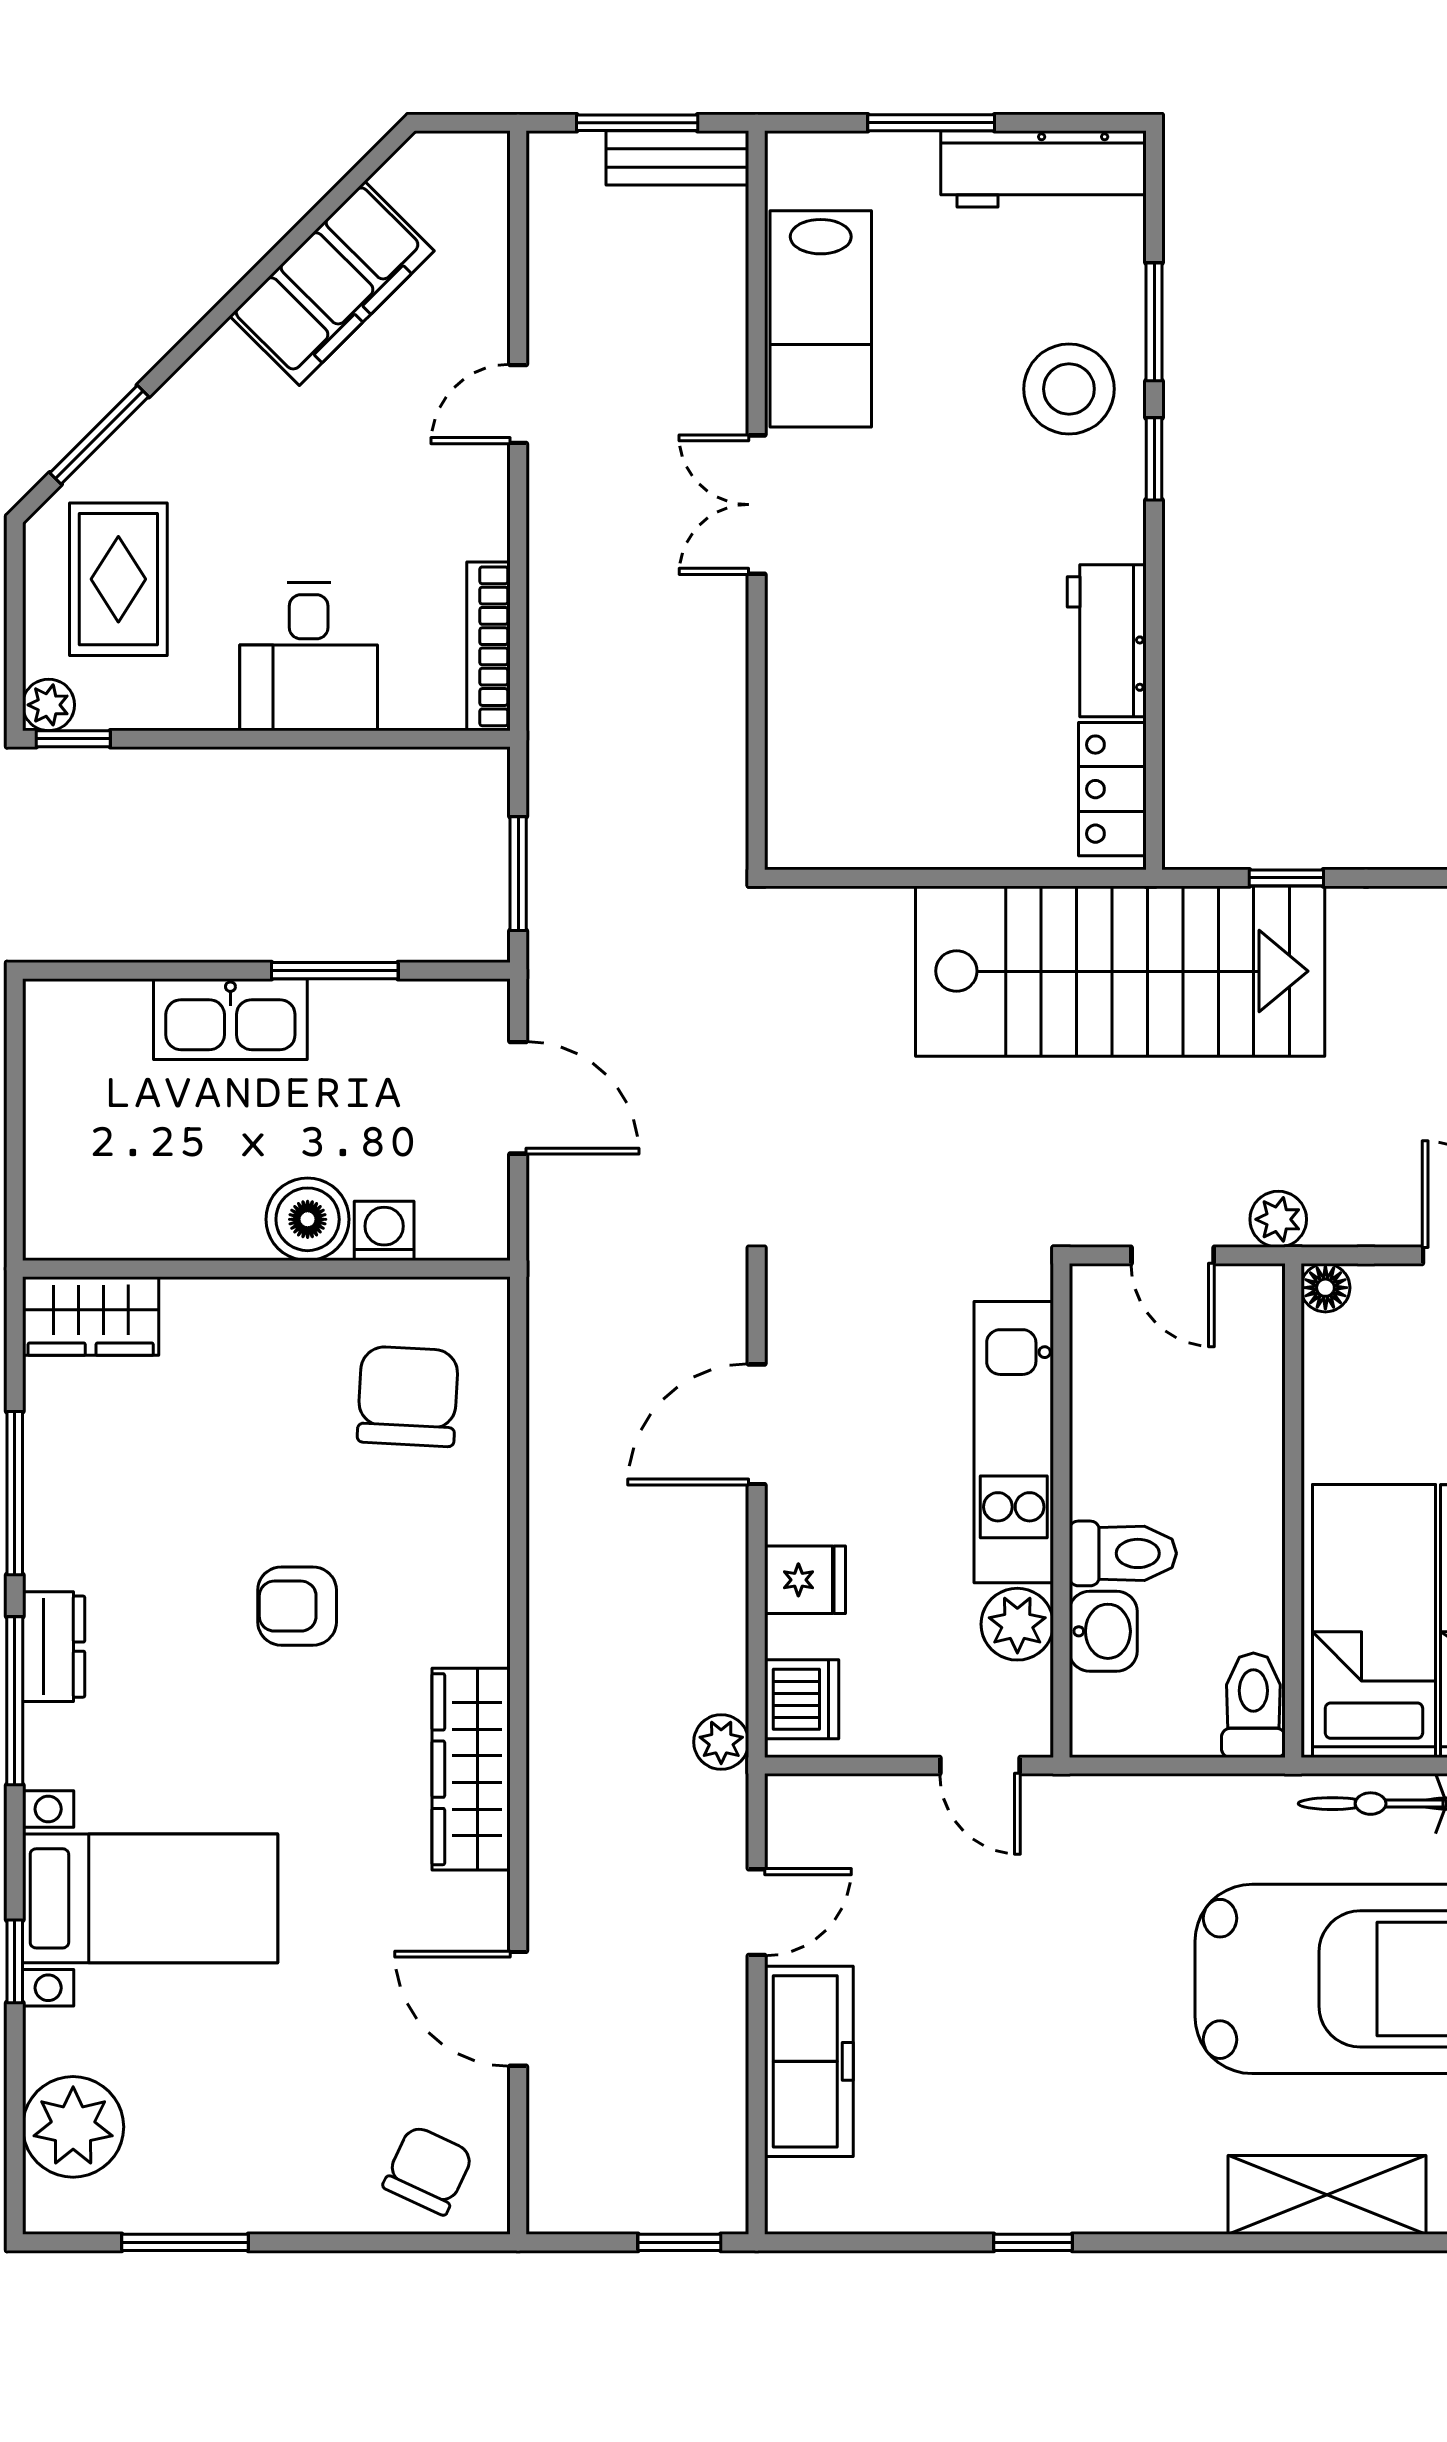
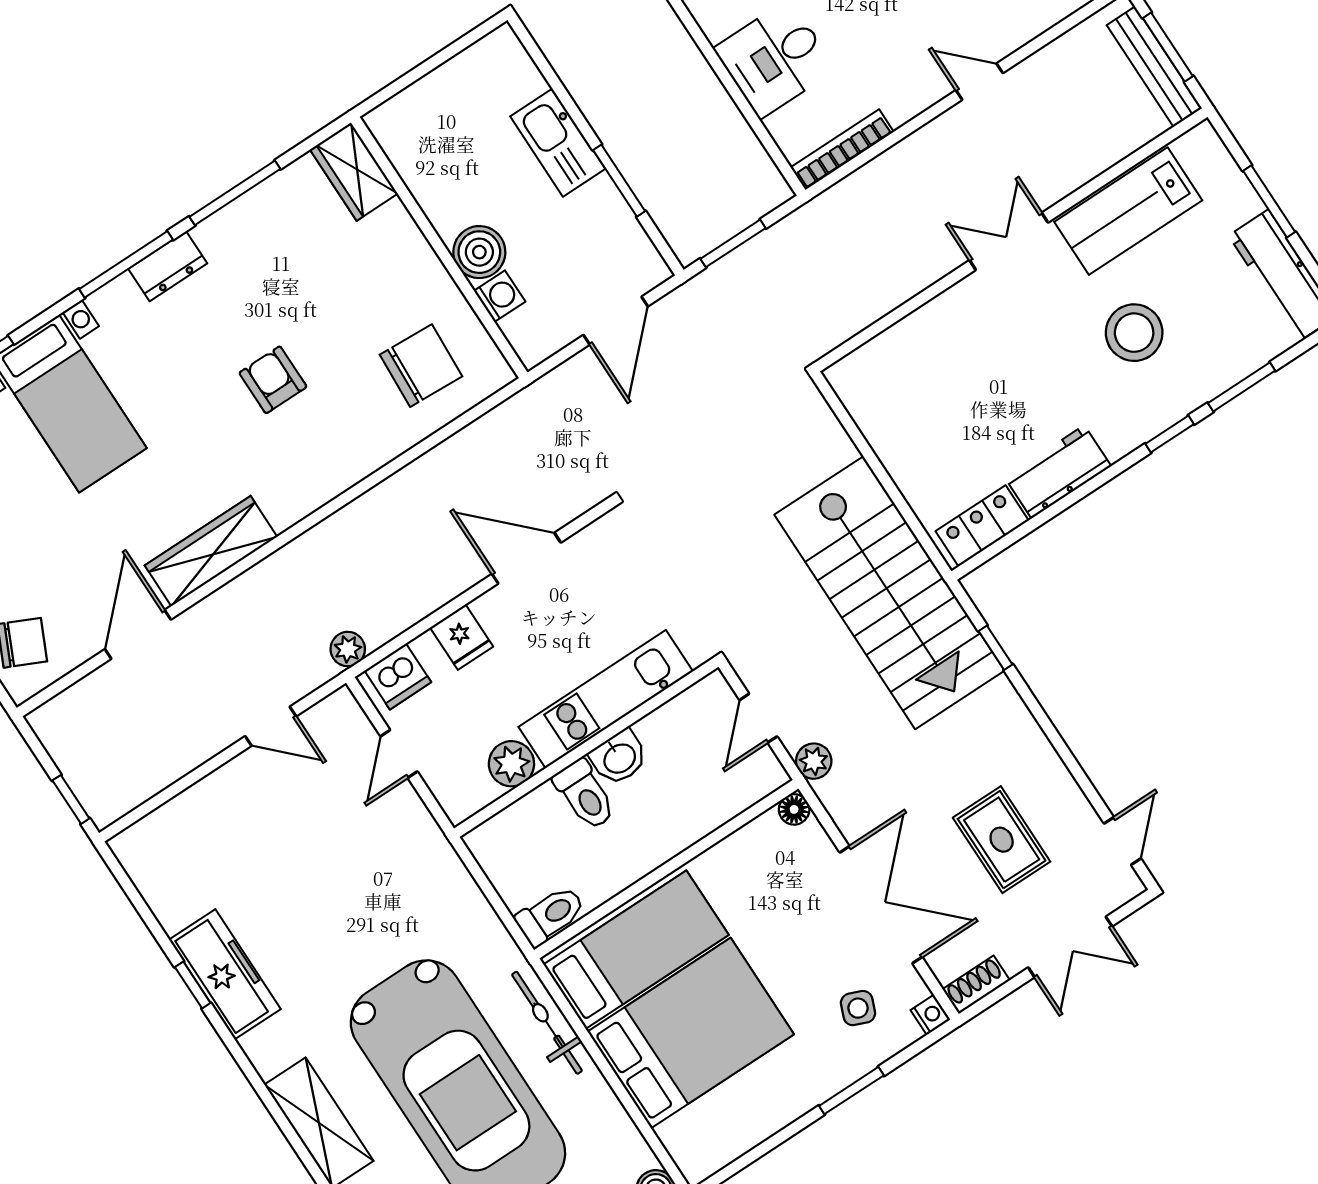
bench: (677, 158) -> (1154, 67), width x1.36
stool: (1069, 389) -> (1134, 333), moved
washbasin: (1103, 1631) -> (619, 758), moved
door: (980, 1765) -> (399, 754), moved
wardrobe: (471, 1769) -> (211, 551), moved
freezer: (809, 2061) -> (225, 974), moved, turned -90

